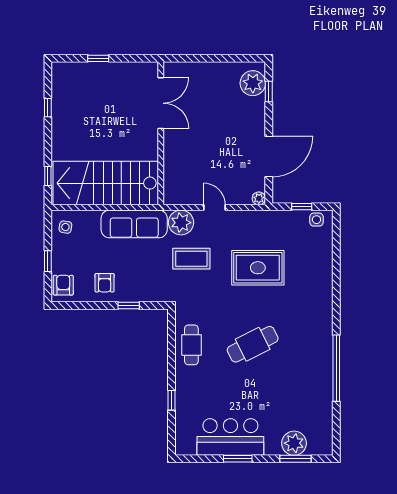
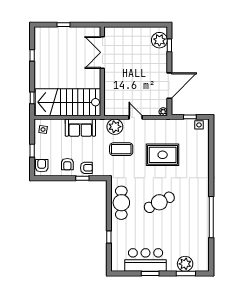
double door: (161, 103) -> (102, 52), swing flipped
sofa: (134, 224) -> (80, 128), width x0.73
armchair: (135, 289) -> (86, 168), added
cafe table: (191, 345) -> (121, 203), width x1.37, depth x1.35

